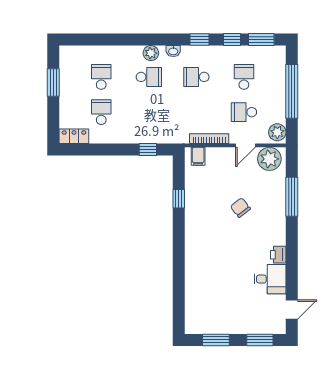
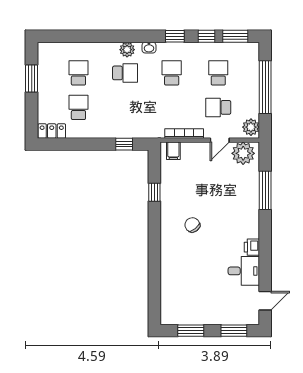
school desk: (196, 77) -> (172, 73), turned 90
chair: (240, 208) -> (192, 225), moved

